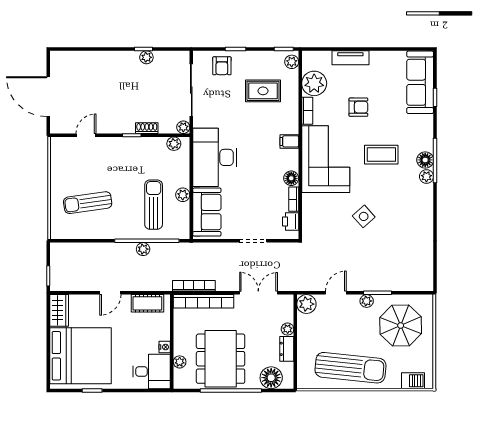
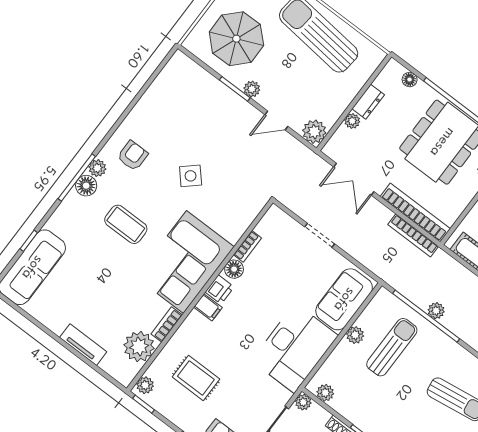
armchair: (358, 107) -> (133, 156), moved, turned 90
sun lounger: (154, 205) -> (392, 347), turned 180
printer: (291, 221) -> (220, 289), moved
floor lamp: (271, 378) -> (410, 80), width x0.53, depth x0.53

